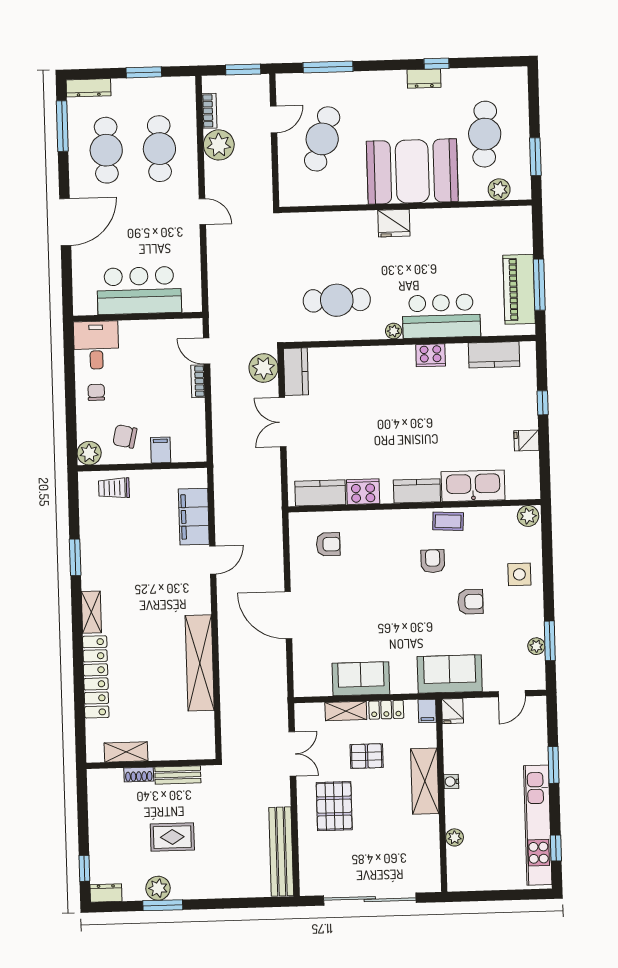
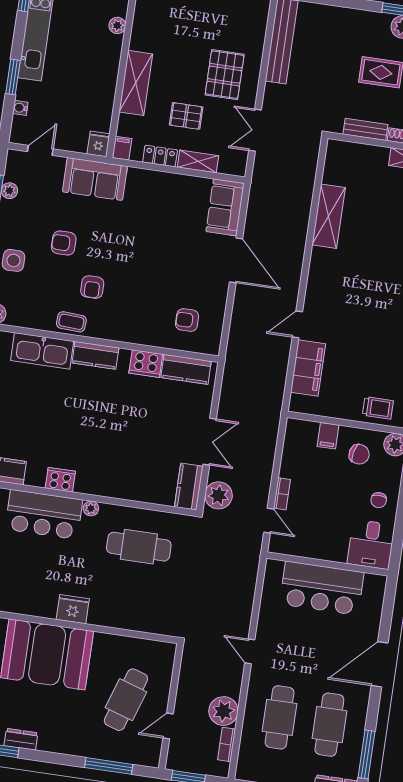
shelving: (200, 663) -> (329, 216), width x0.68
sofa: (361, 679) -> (225, 207), moved, turned 90
water cooler: (451, 782) -> (20, 108), moved, turned 180

